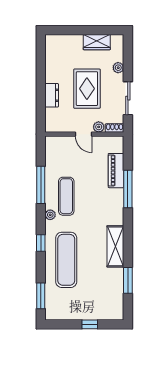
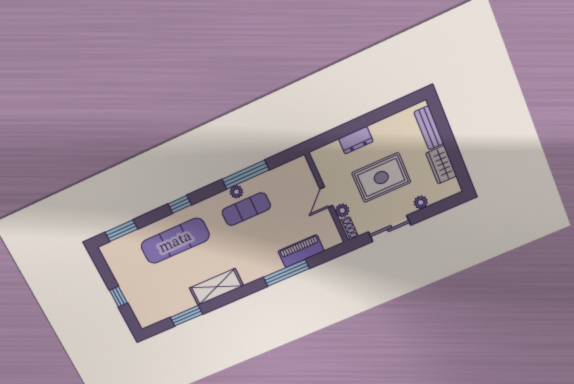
bench: (66, 40) -> (429, 128), added
plant: (50, 215) -> (236, 192), moved

